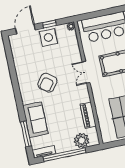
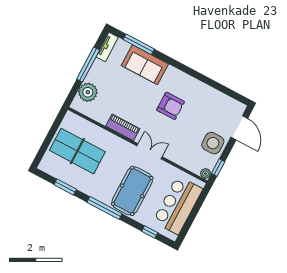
window: (50, 24) -> (218, 168), moved
armchair: (47, 83) -> (171, 106), turned 144
piano: (88, 115) -> (123, 127), moved
window: (65, 155) -> (88, 65), width x0.68

